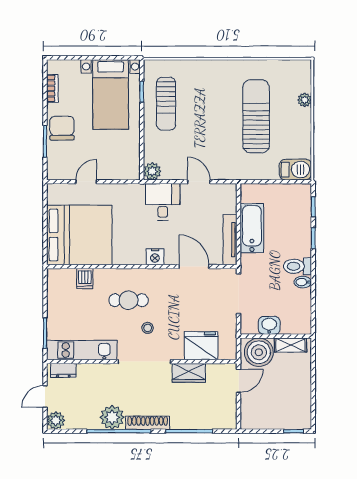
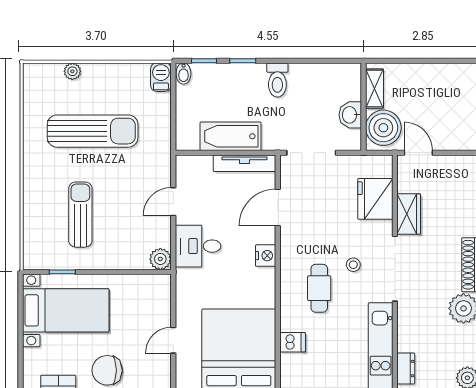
sun lounger: (166, 104) -> (80, 215), moved, turned -90
sun lounger: (256, 116) -> (93, 131), turned 180
barbecue: (295, 170) -> (161, 77), width x0.73, depth x0.79
door: (86, 182) -> (173, 340), hinge flipped
bidet: (303, 282) -> (183, 74), moved

